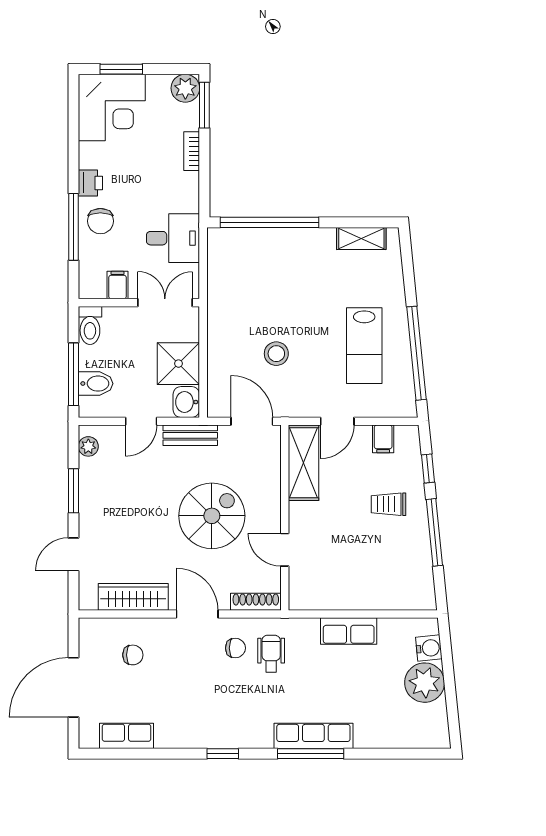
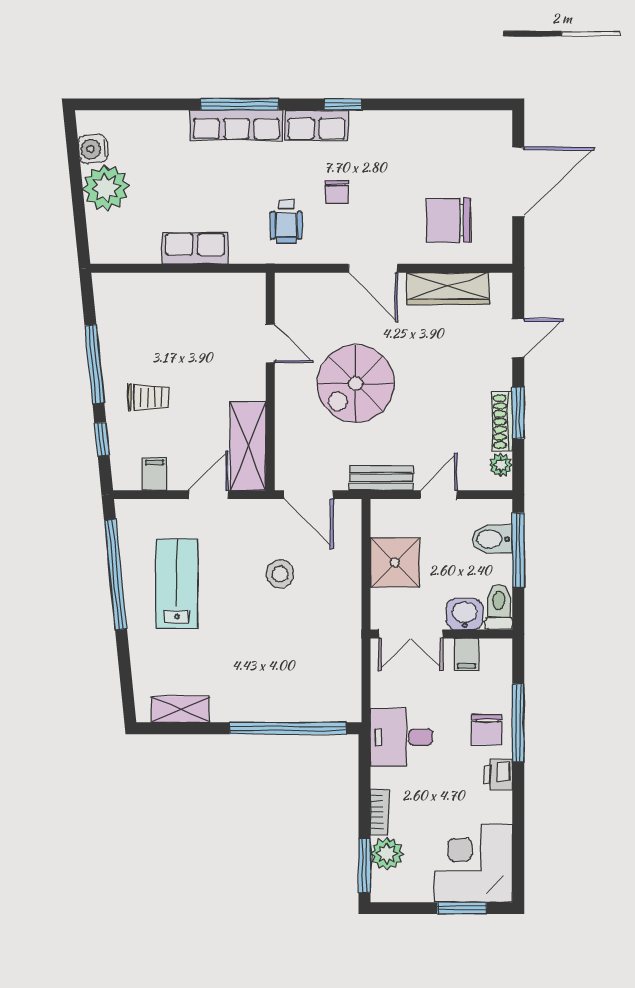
plant: (185, 88) -> (387, 854), moved
chair: (100, 221) -> (487, 730), turned 180
desk: (173, 238) -> (401, 737), moved
washbasin: (186, 402) -> (465, 614), moved, turned -90
shoe rack: (256, 602) -> (502, 421), moved, turned 90
chair: (235, 648) -> (337, 192), moved, turned -90
water cooler: (429, 648) -> (93, 149), moved
chair: (133, 655) -> (449, 220), width x1.87, depth x1.87
row of seats: (127, 736) -> (317, 125), moved

